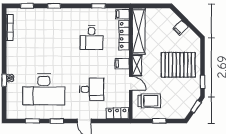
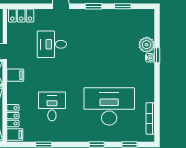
locker: (124, 35) -> (13, 116), width x0.66
plant: (13, 89) -> (147, 45), added
desk: (44, 89) -> (109, 106), moved

